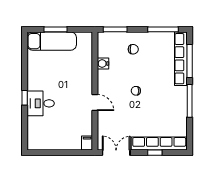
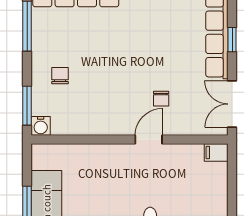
water cooler: (103, 64) -> (41, 126), moved
chair: (136, 91) -> (161, 99), moved

